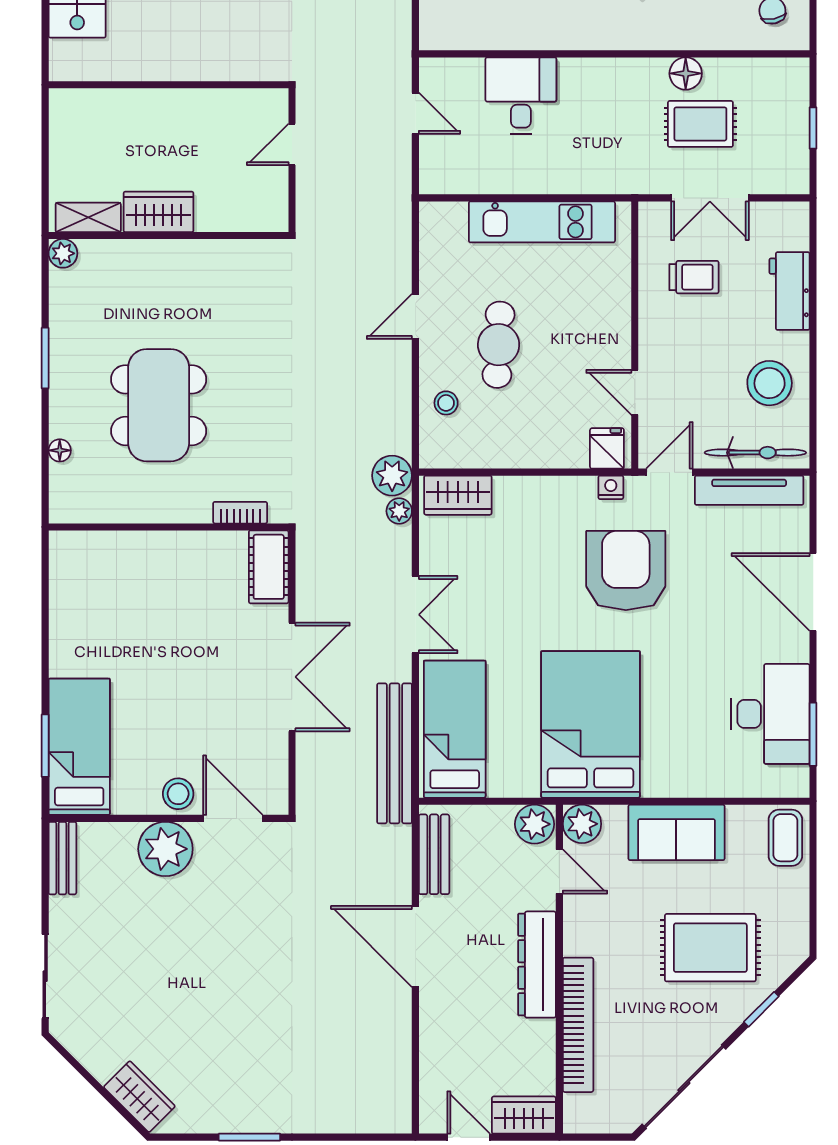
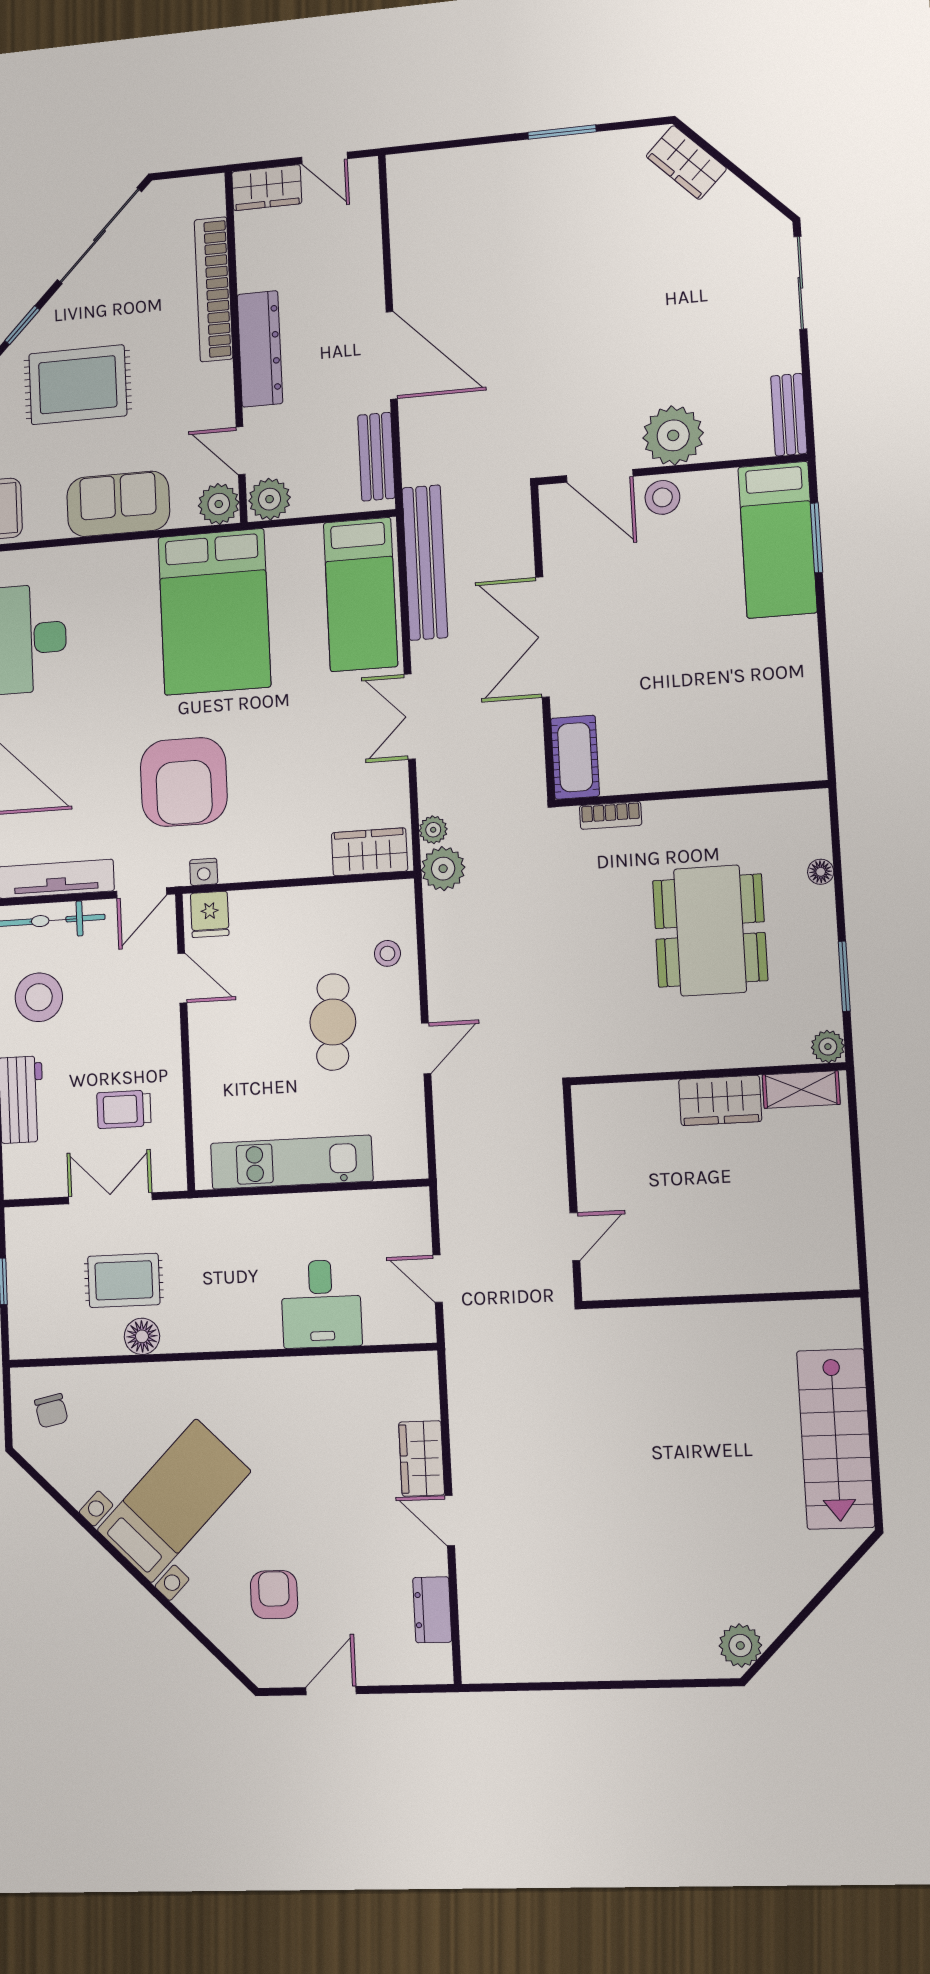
wardrobe: (159, 212) -> (720, 1100), moved
shelving: (88, 217) -> (801, 1090), moved
wall: (169, 236) -> (707, 1074), moved
plant: (63, 253) -> (828, 1047), moved

